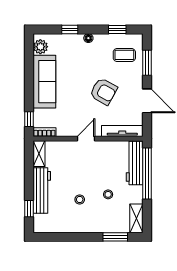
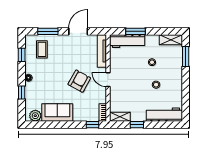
sofa: (44, 82) -> (57, 113), width x0.73
armchair: (103, 91) -> (79, 81), moved
window: (147, 173) -> (135, 31), width x0.47
workbench: (42, 191) -> (164, 115), moved
window: (29, 209) -> (137, 125), moved

